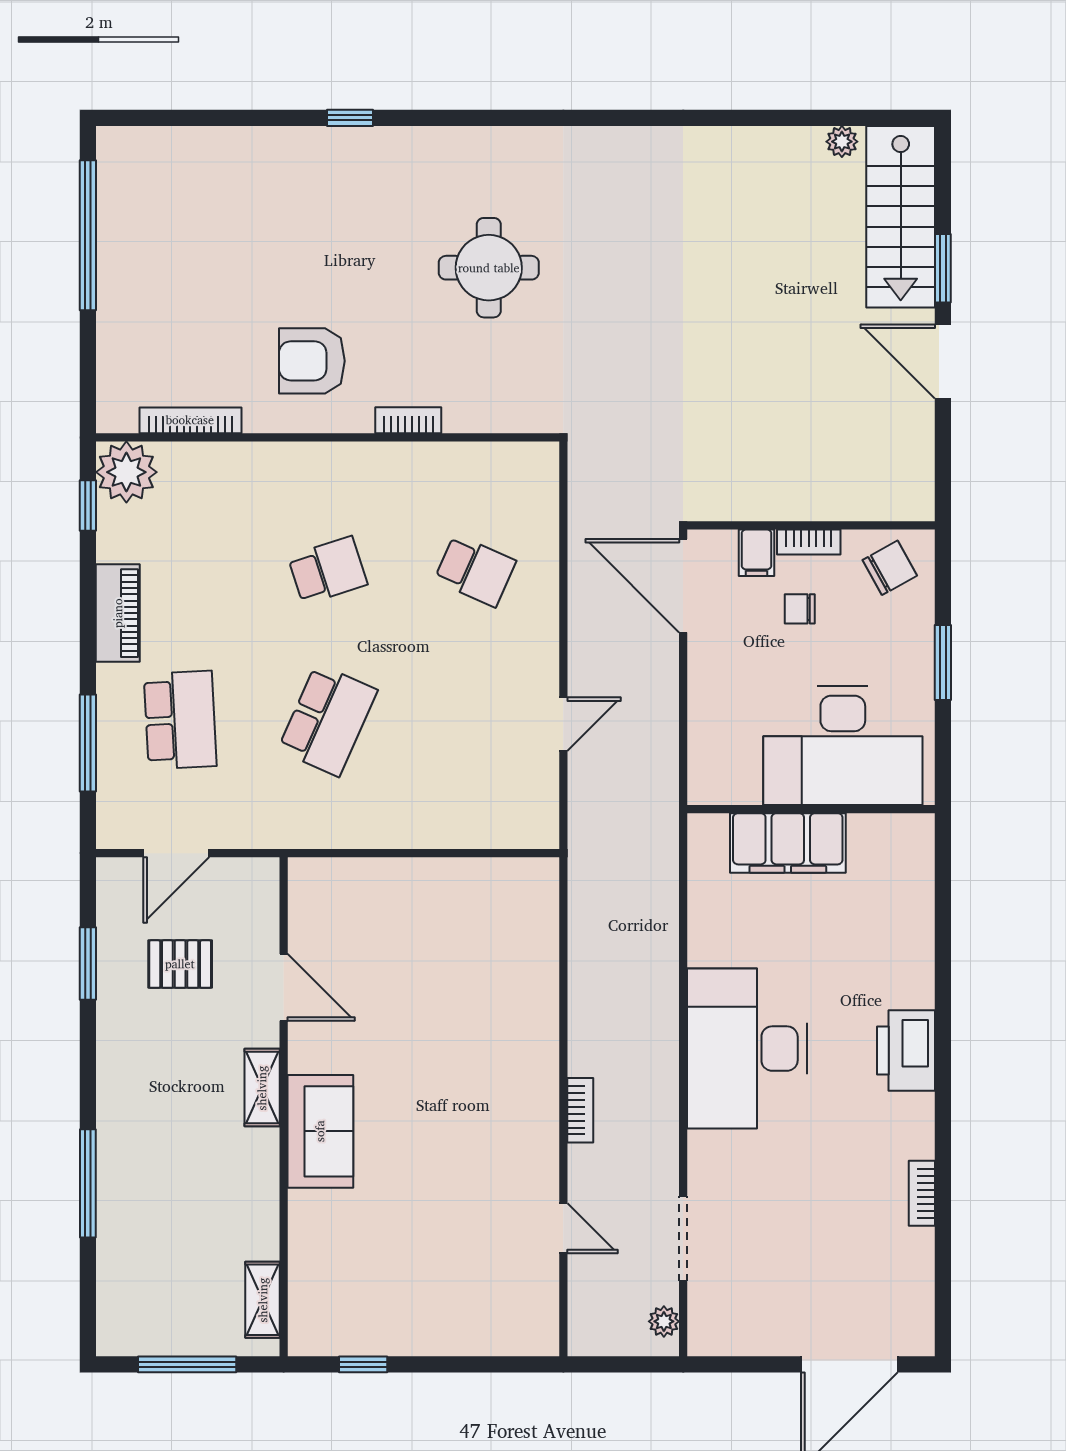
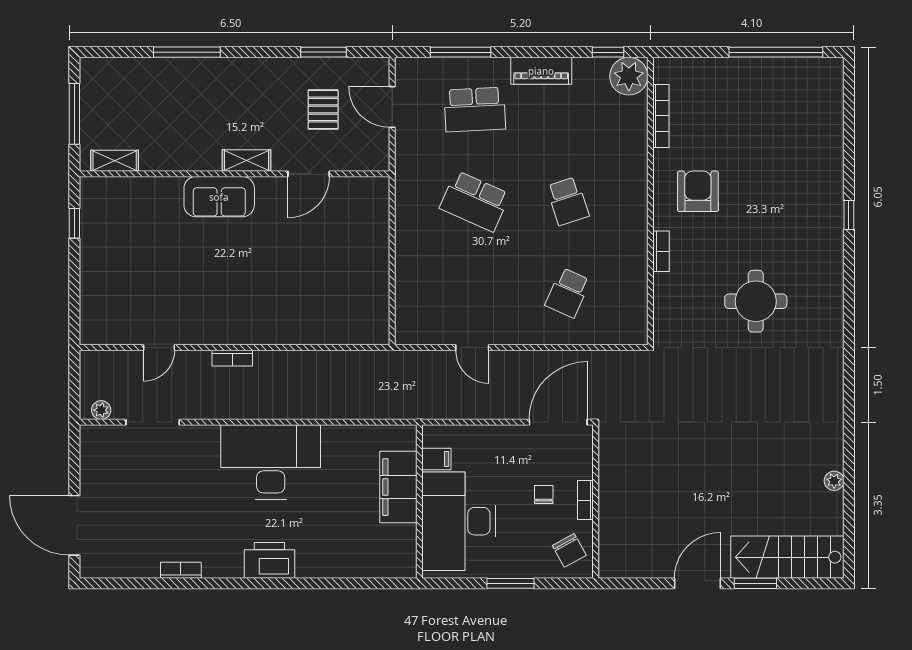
plant: (842, 142) -> (834, 481), moved
filing cabinet: (756, 553) -> (436, 459), moved, turned 180

